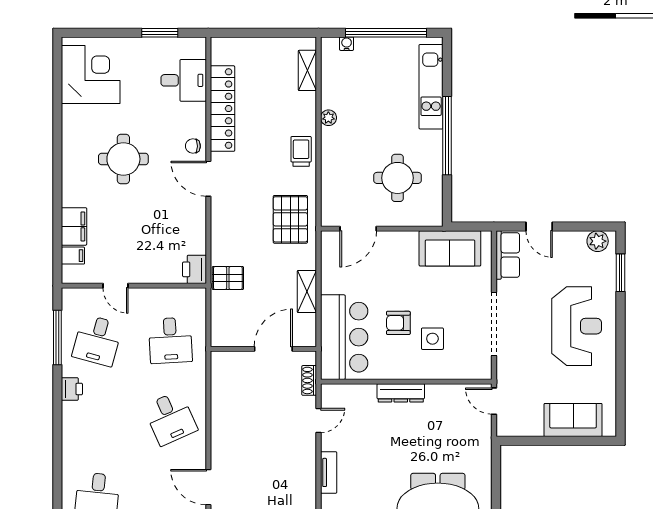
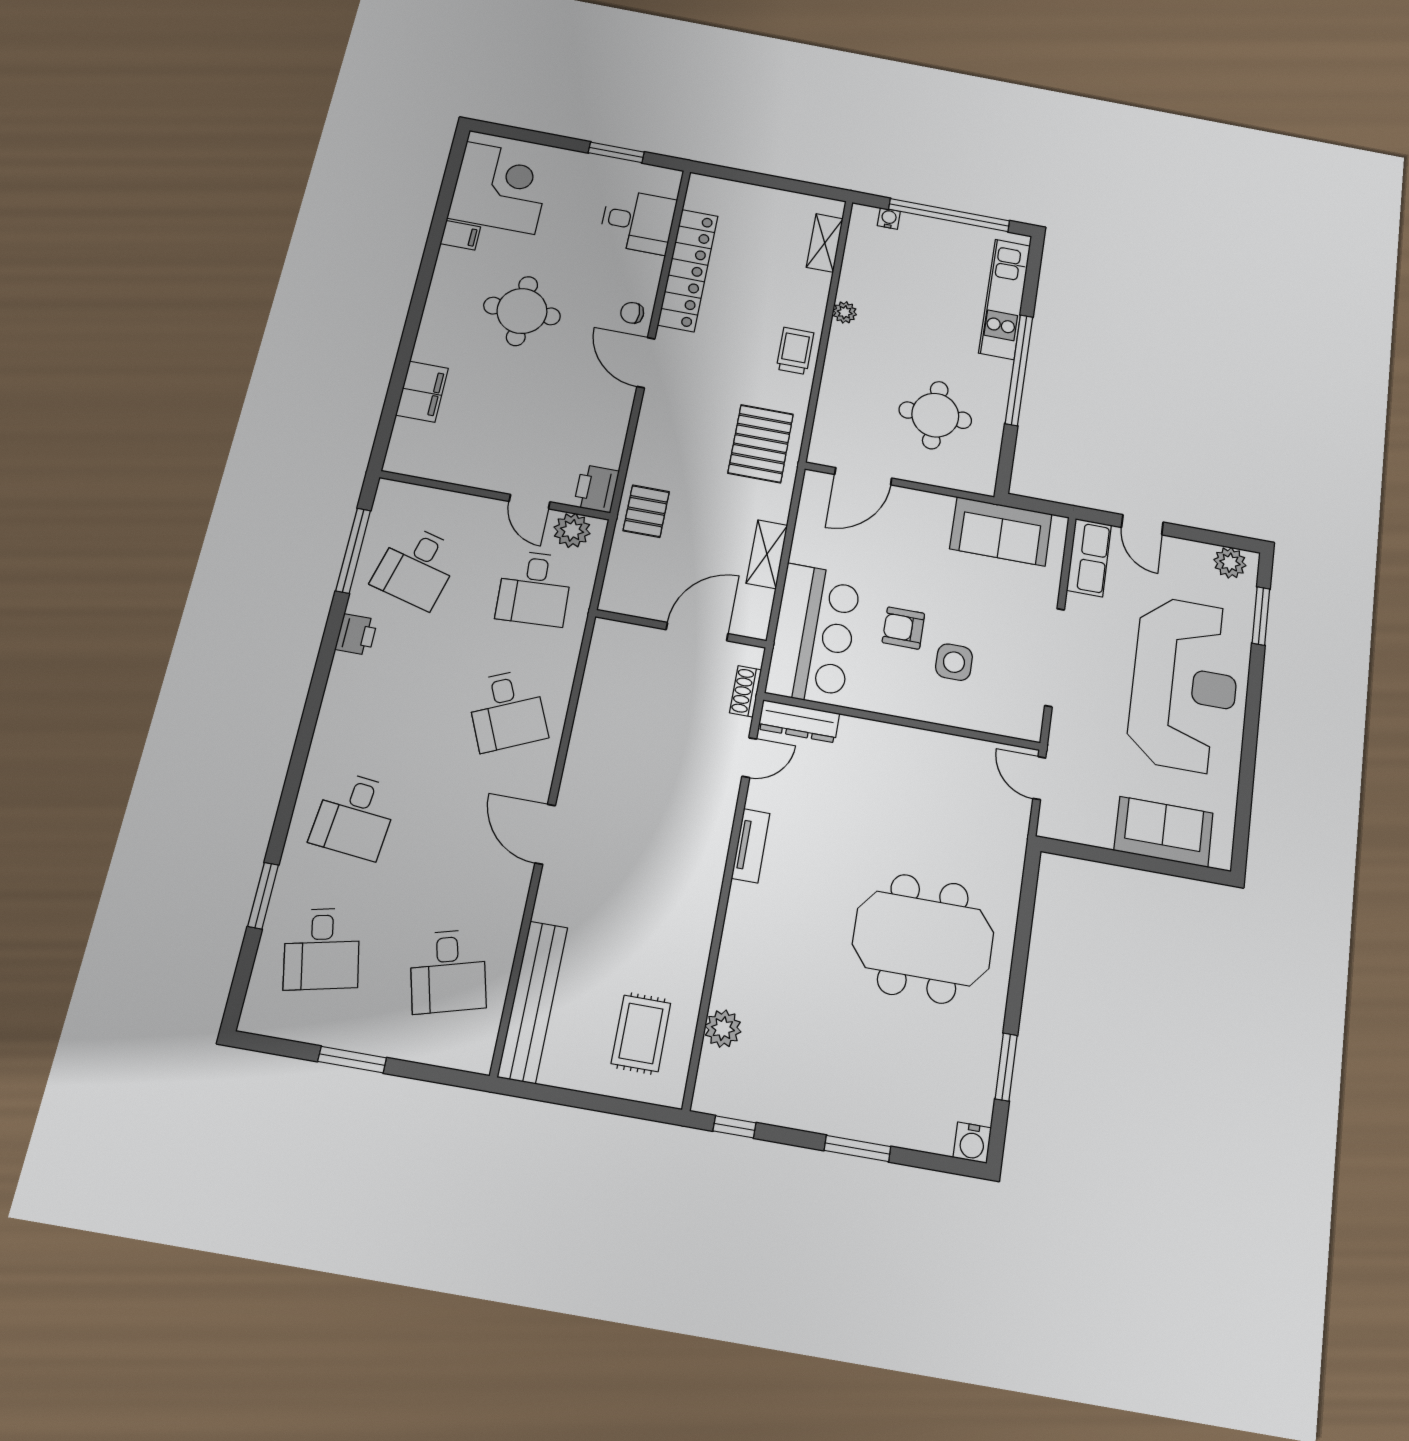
filing cabinet: (73, 256) -> (460, 235), moved
pallet: (228, 278) -> (646, 511), turned 90
door: (116, 286) -> (530, 502), moved
plant: (185, 299) -> (572, 530), added
reception desk: (577, 326) -> (1185, 684), width x1.36, depth x1.30
dresser: (401, 393) -> (799, 721), moved

